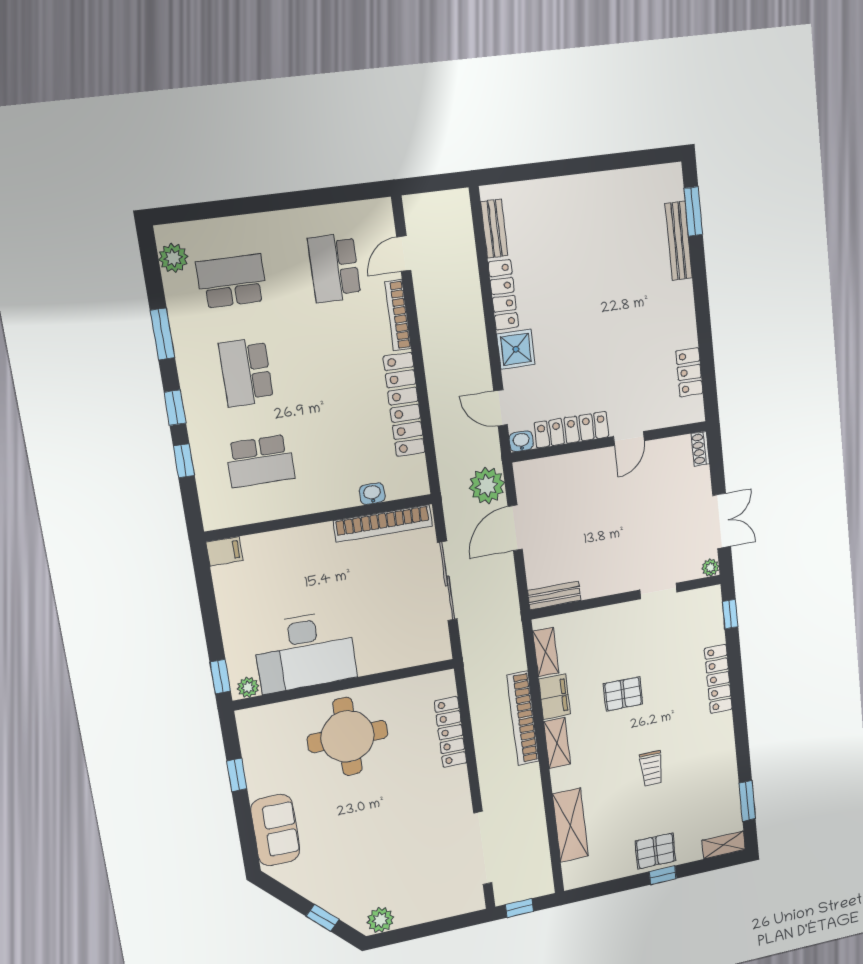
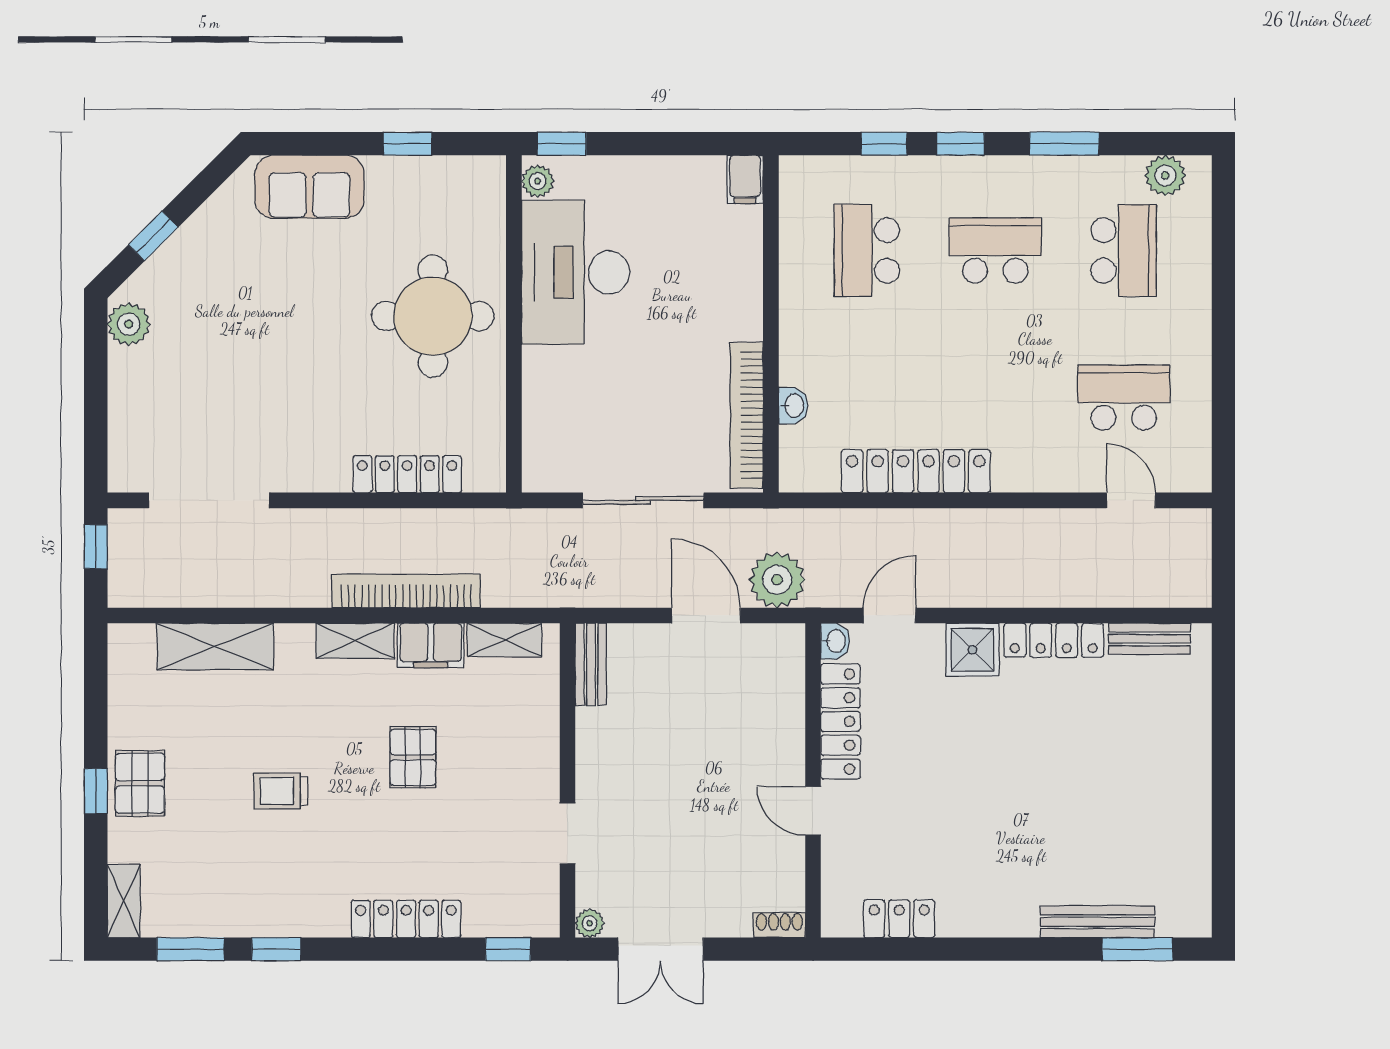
bookcase: (398, 315) -> (1045, 480), removed
window: (743, 752) -> (276, 949), added

